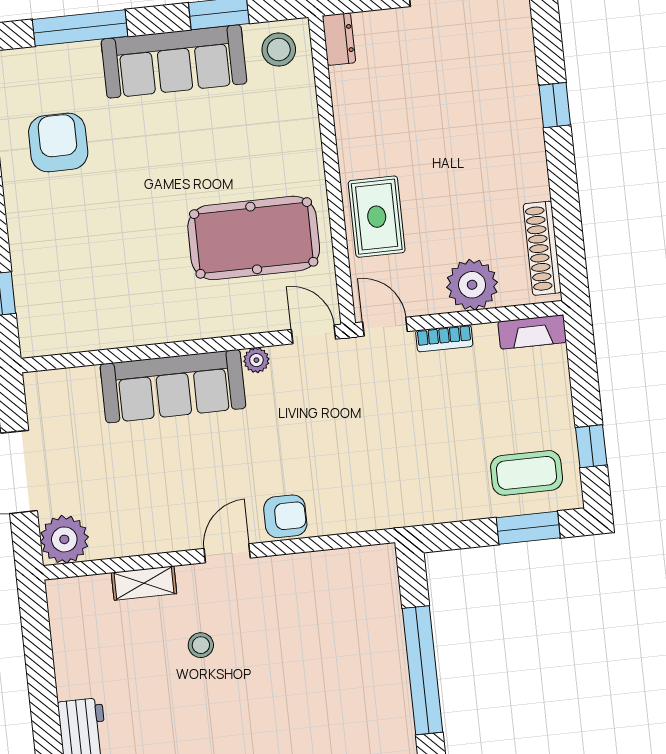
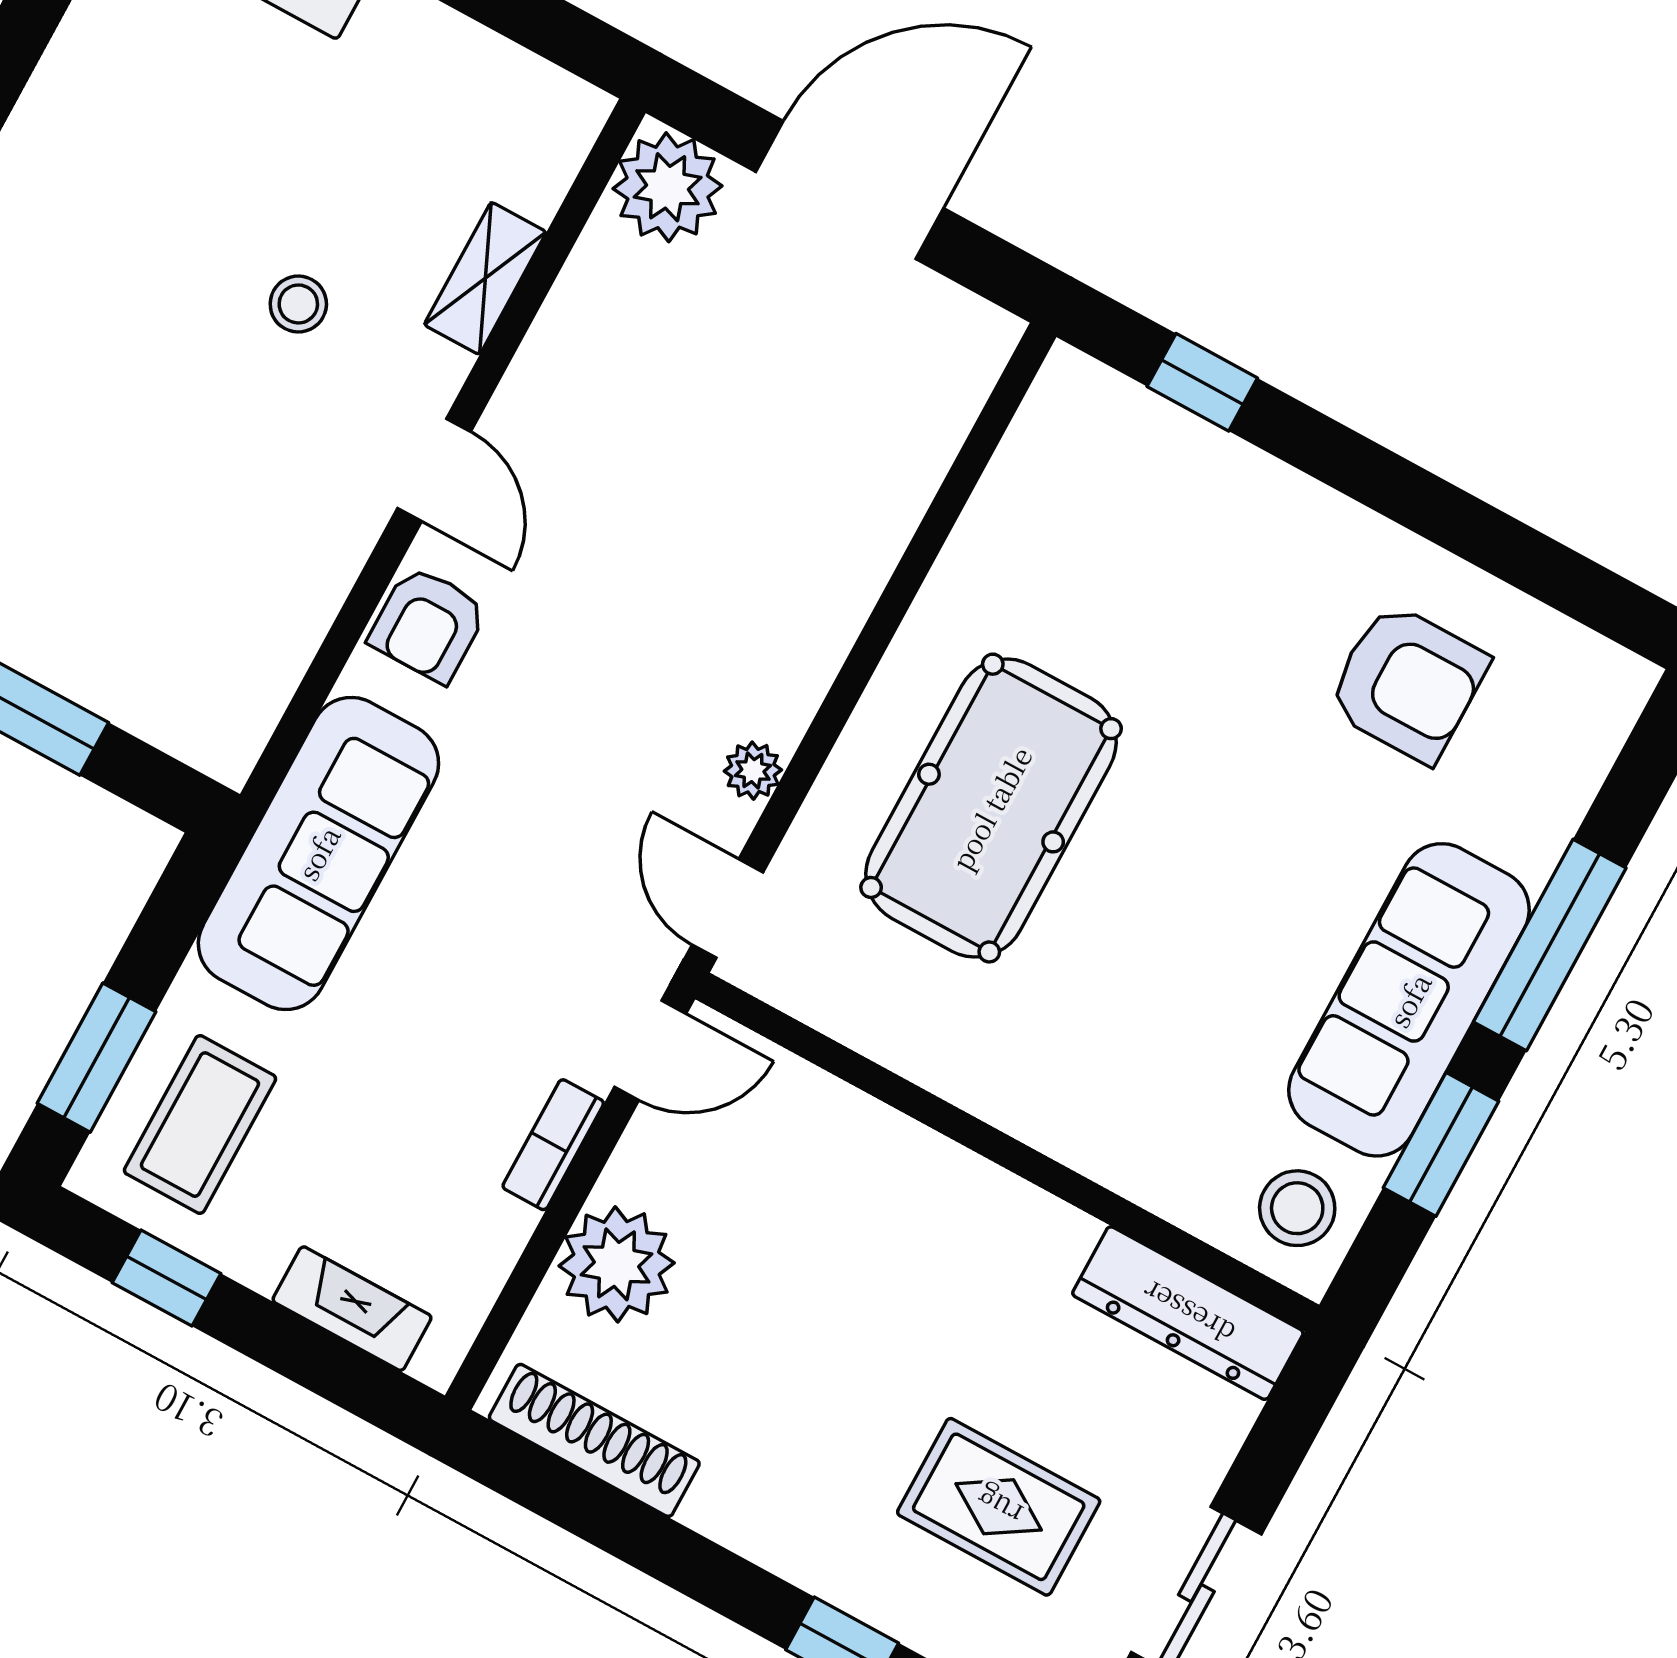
window: (80, 28) -> (1550, 945), moved
dresser: (339, 39) -> (1188, 1313), width x1.96, depth x1.24
rug: (377, 217) -> (999, 1507), moved
pool table: (254, 238) -> (991, 808), moved
fireplace: (532, 332) -> (352, 1309), moved, turned 90
door: (313, 334) -> (728, 909), swing flipped
sofa: (173, 386) -> (318, 853), moved, turned 180

